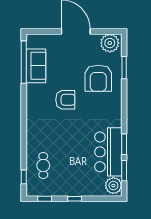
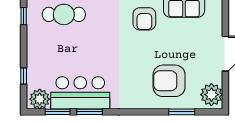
armchair: (65, 100) -> (144, 19), moved
cafe table: (43, 165) -> (64, 14), width x1.37, depth x1.35
window: (75, 199) -> (24, 76), moved

